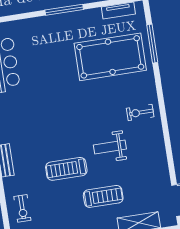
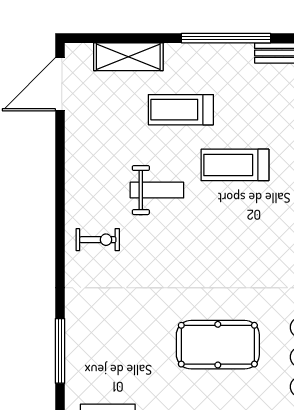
pool table: (110, 57) -> (218, 345), moved, width x0.73, depth x0.76
treadmill: (66, 169) -> (235, 165), turned 180

